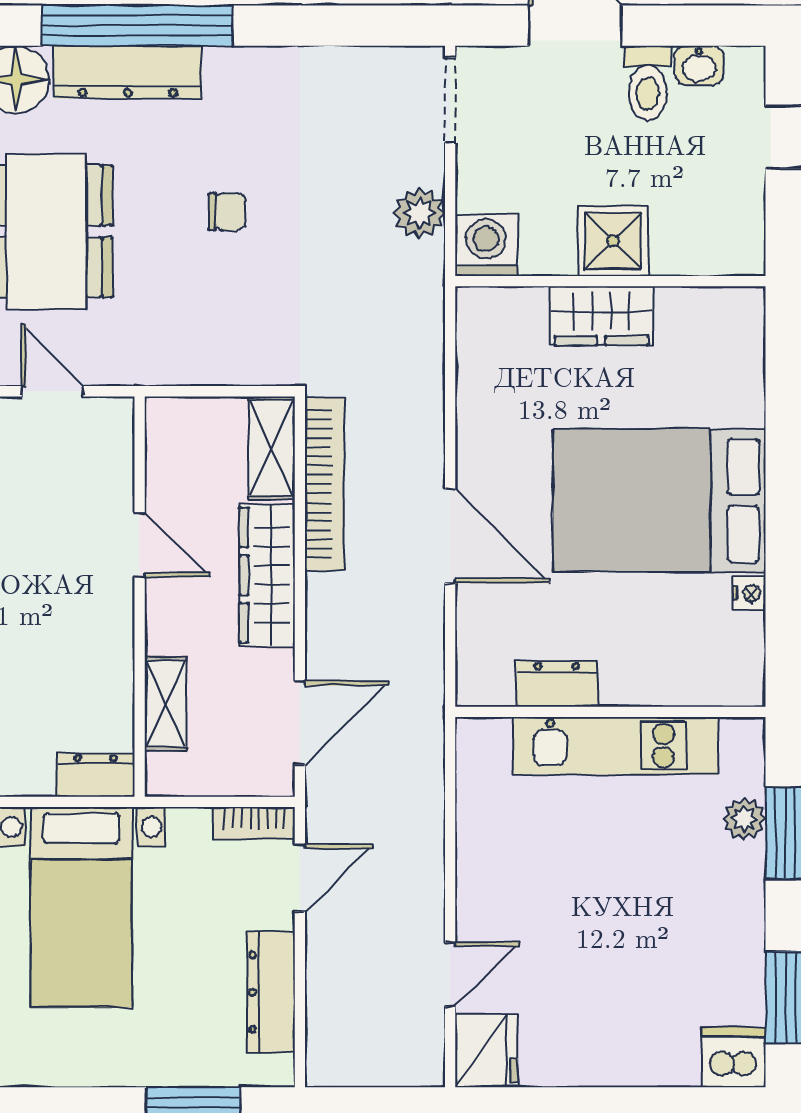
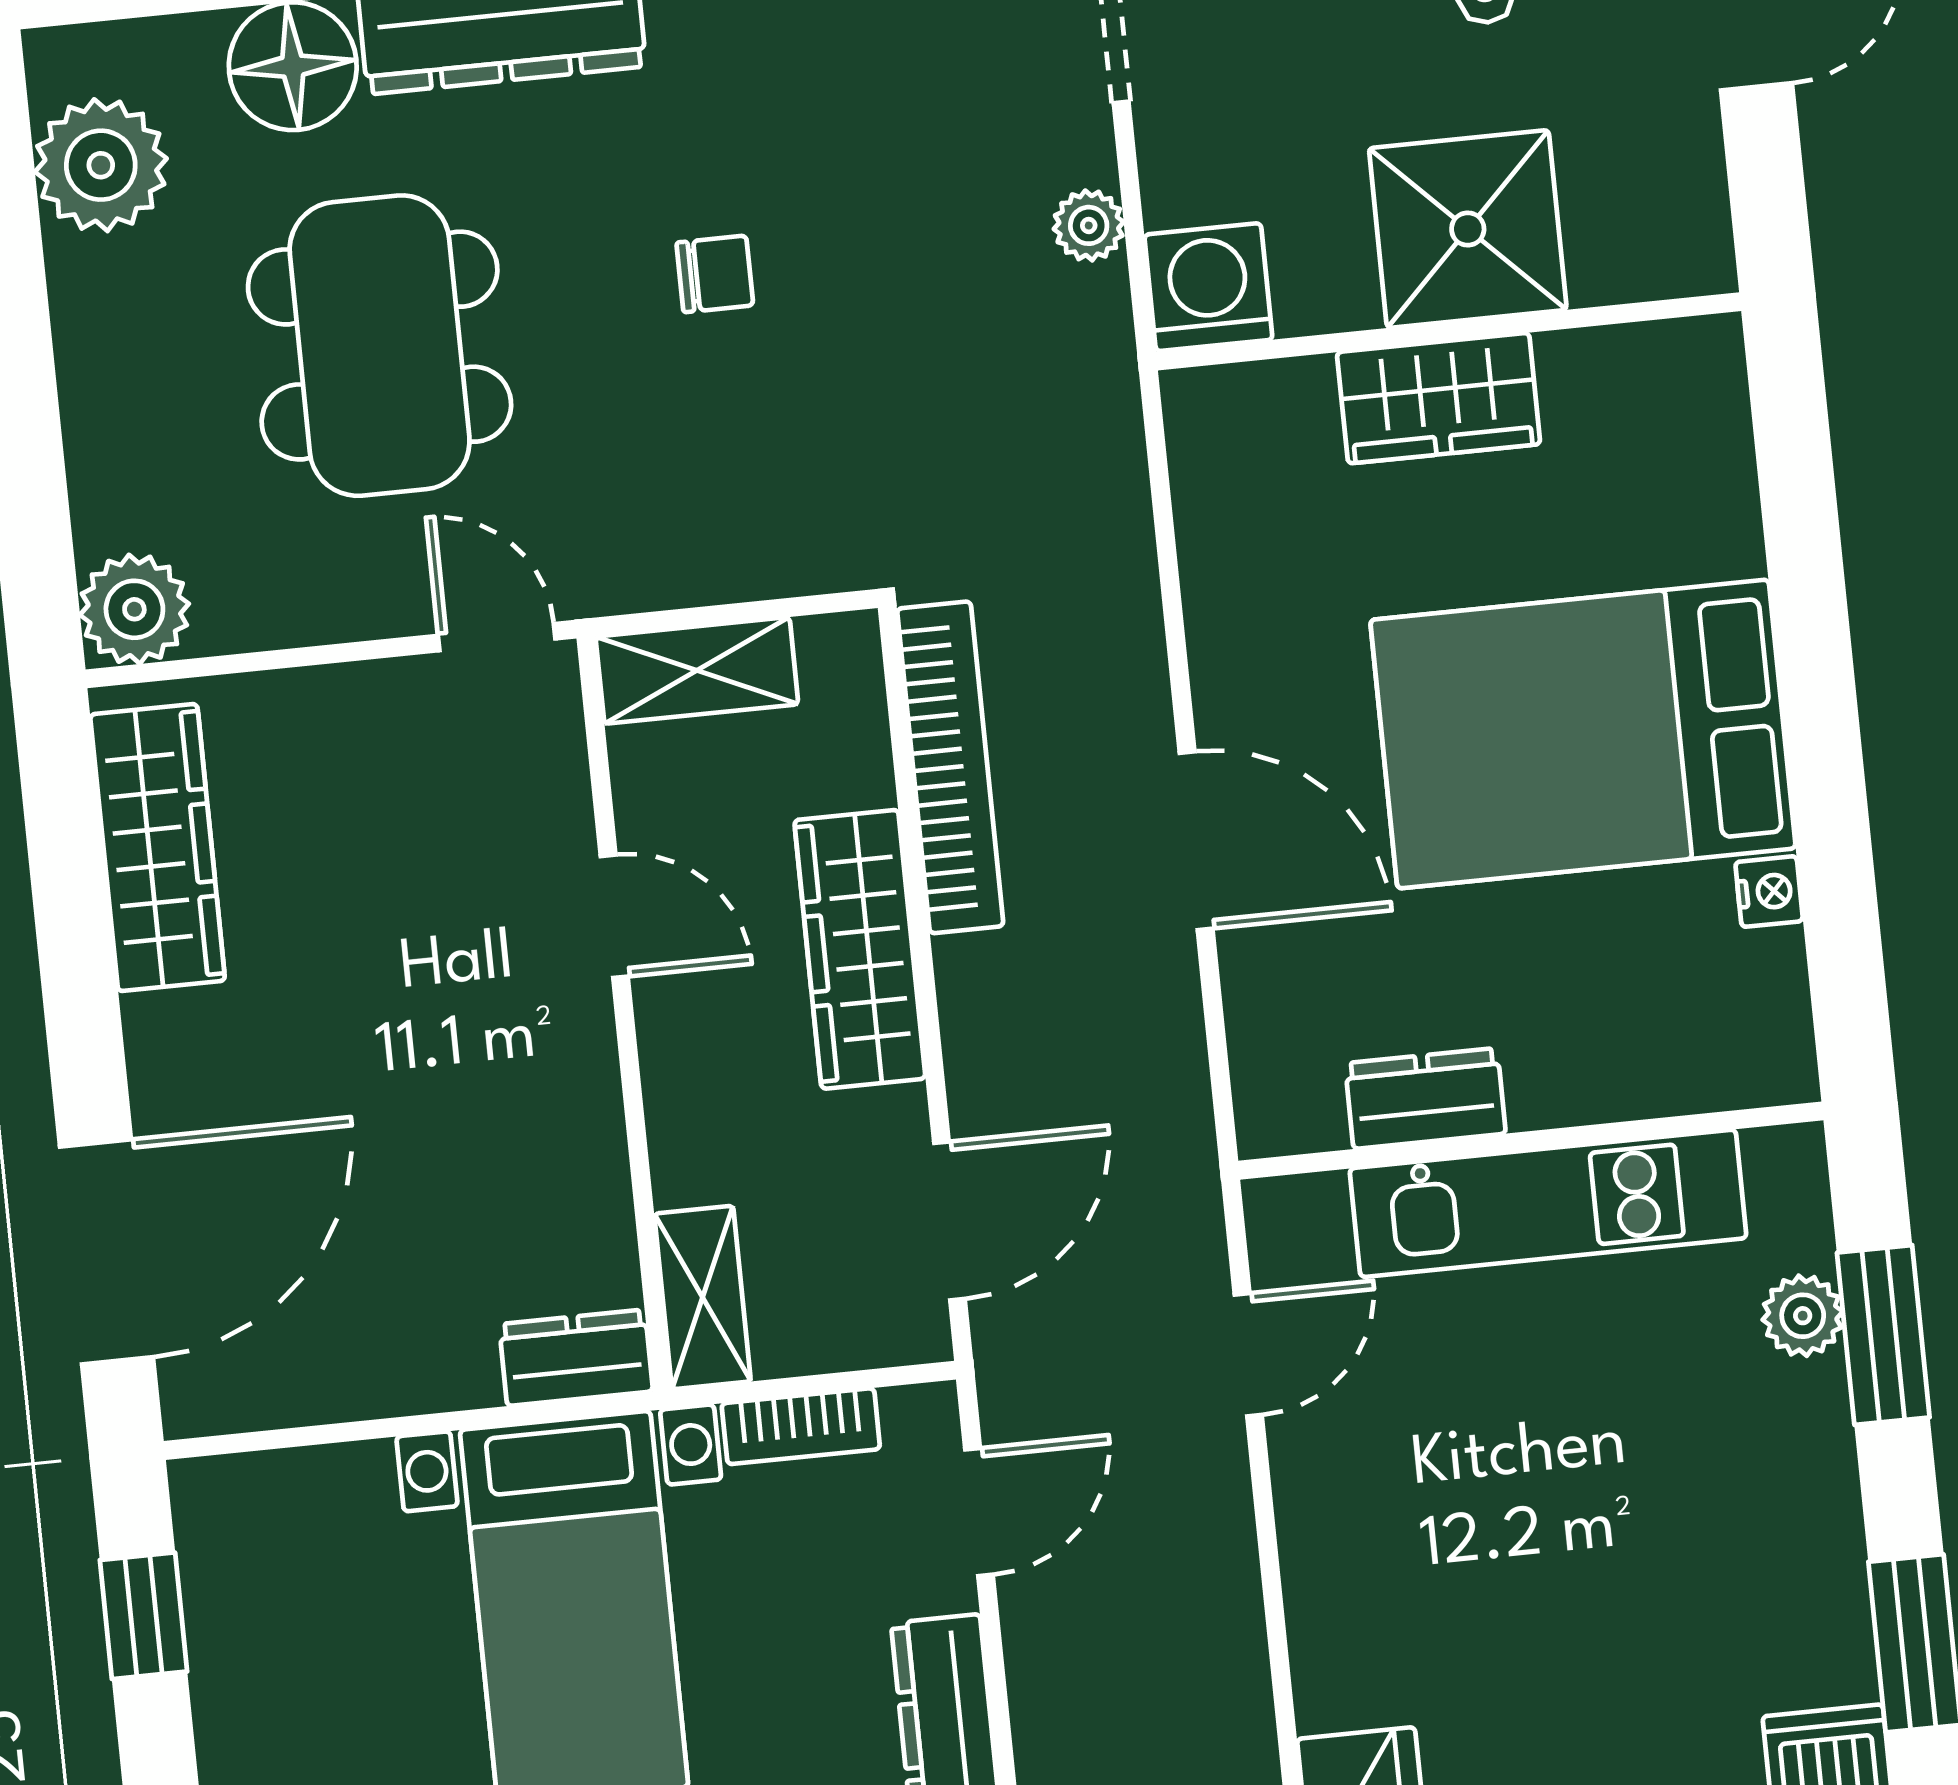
plant: (419, 213) -> (1089, 225), width x0.73, depth x0.73
shower: (613, 241) -> (1468, 229), width x1.36, depth x1.36
door: (52, 391) -> (497, 637), moved
shelving: (272, 448) -> (697, 670), moved, turned 90
shelving: (166, 704) -> (703, 1298), moved
bookcase: (254, 823) -> (801, 1426), moved
door: (450, 974) -> (1248, 1355), moved

